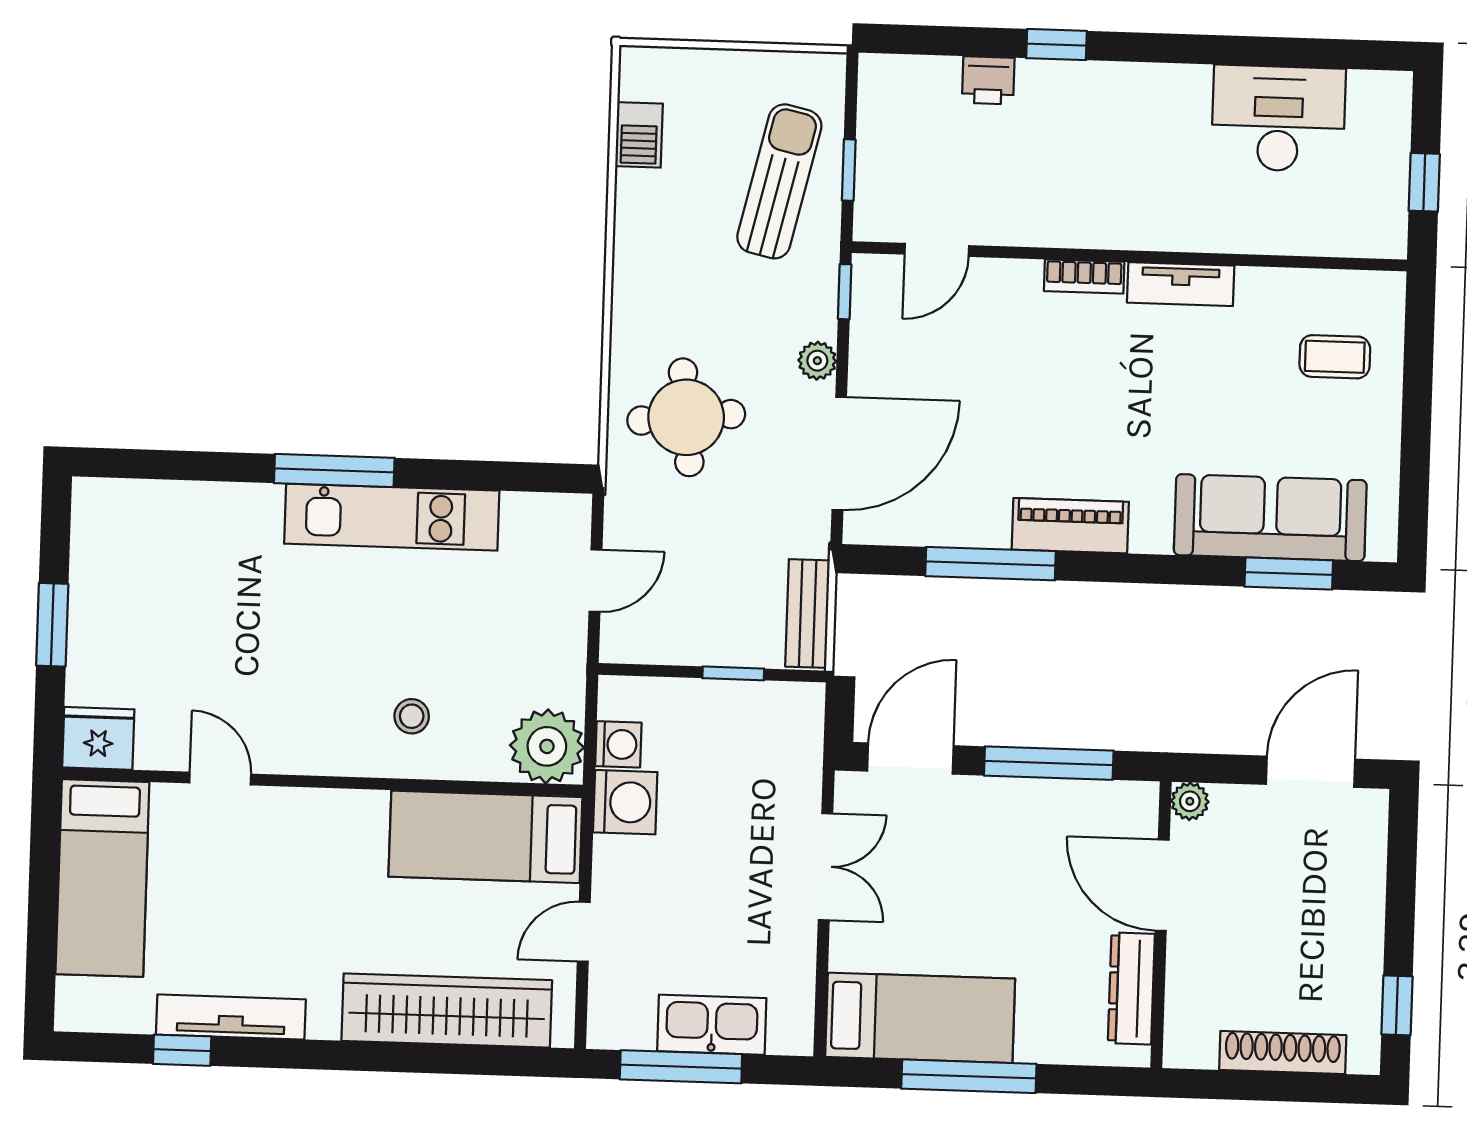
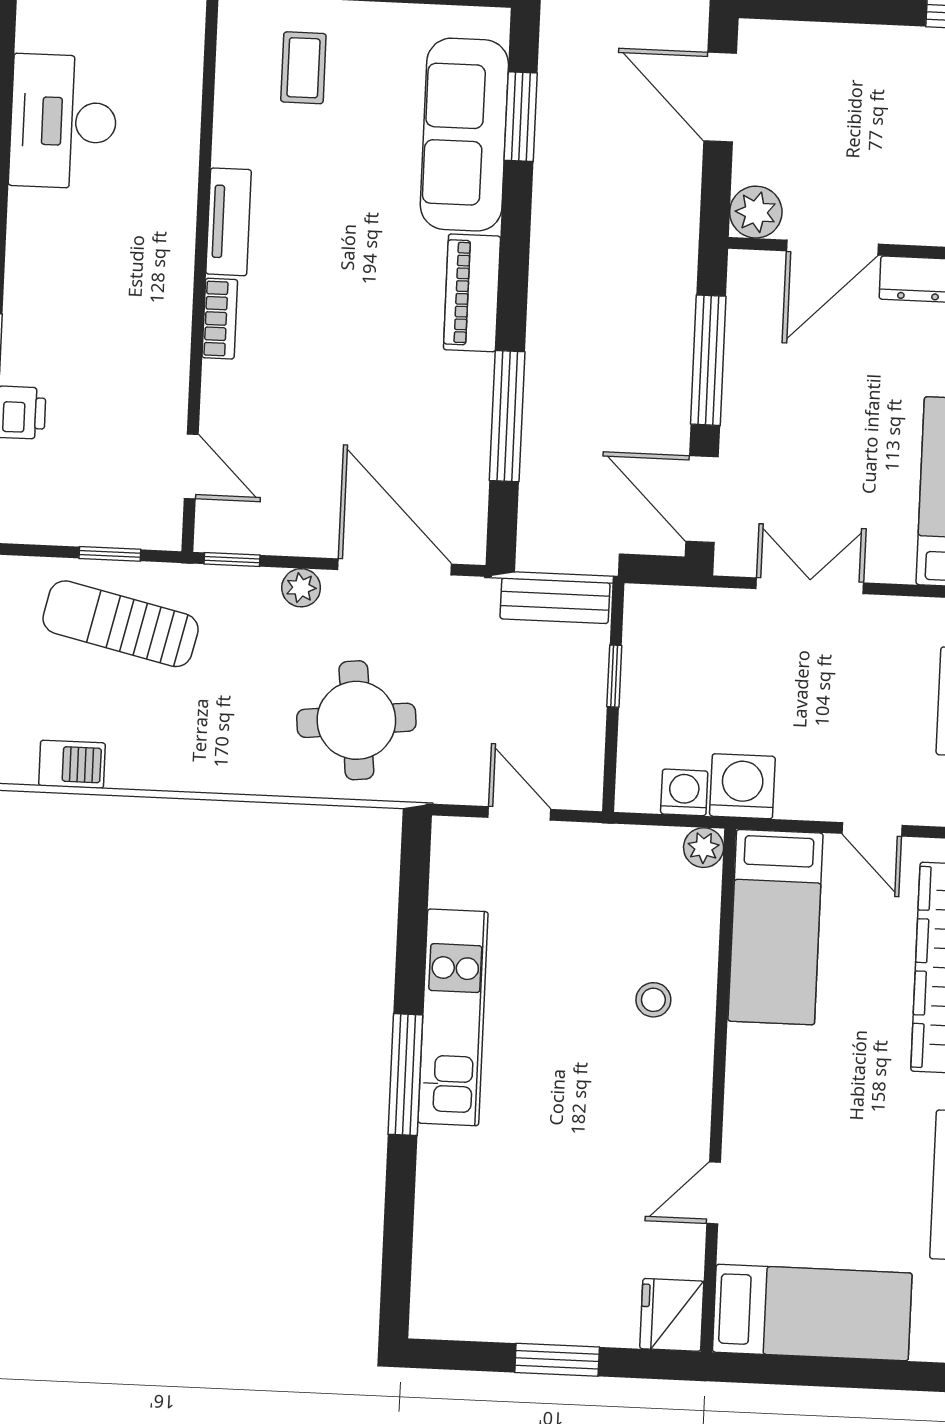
piano: (1070, 526) -> (472, 293), moved
plant: (547, 746) -> (704, 848), width x0.53, depth x0.53
plant: (1190, 801) -> (756, 212), width x1.38, depth x1.38

